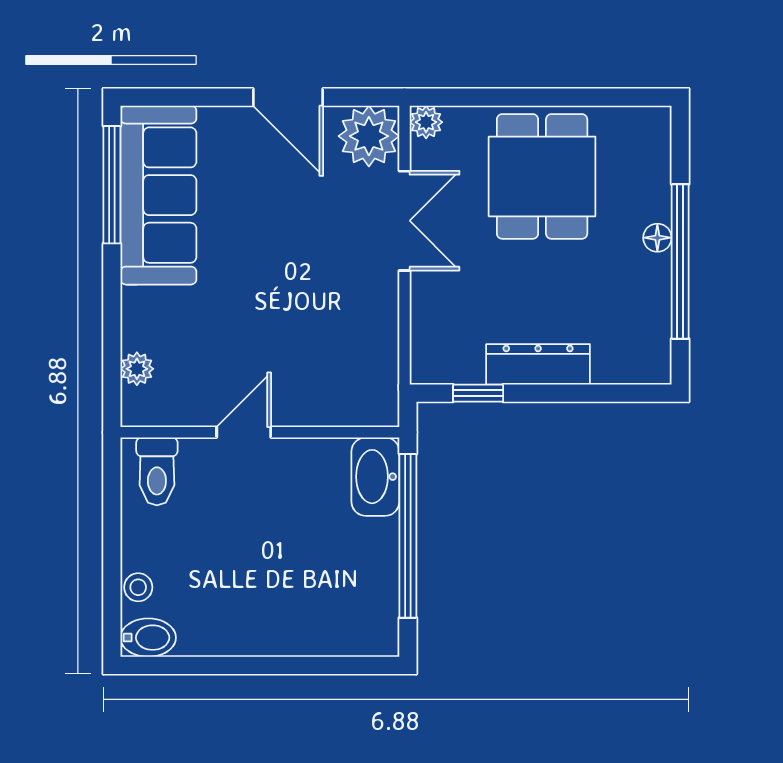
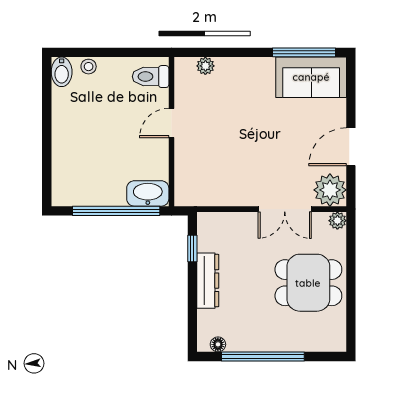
sofa: (158, 195) -> (311, 77), width x0.73
floor lamp: (657, 238) -> (218, 344), moved
door: (244, 432) -> (172, 123), swing flipped

